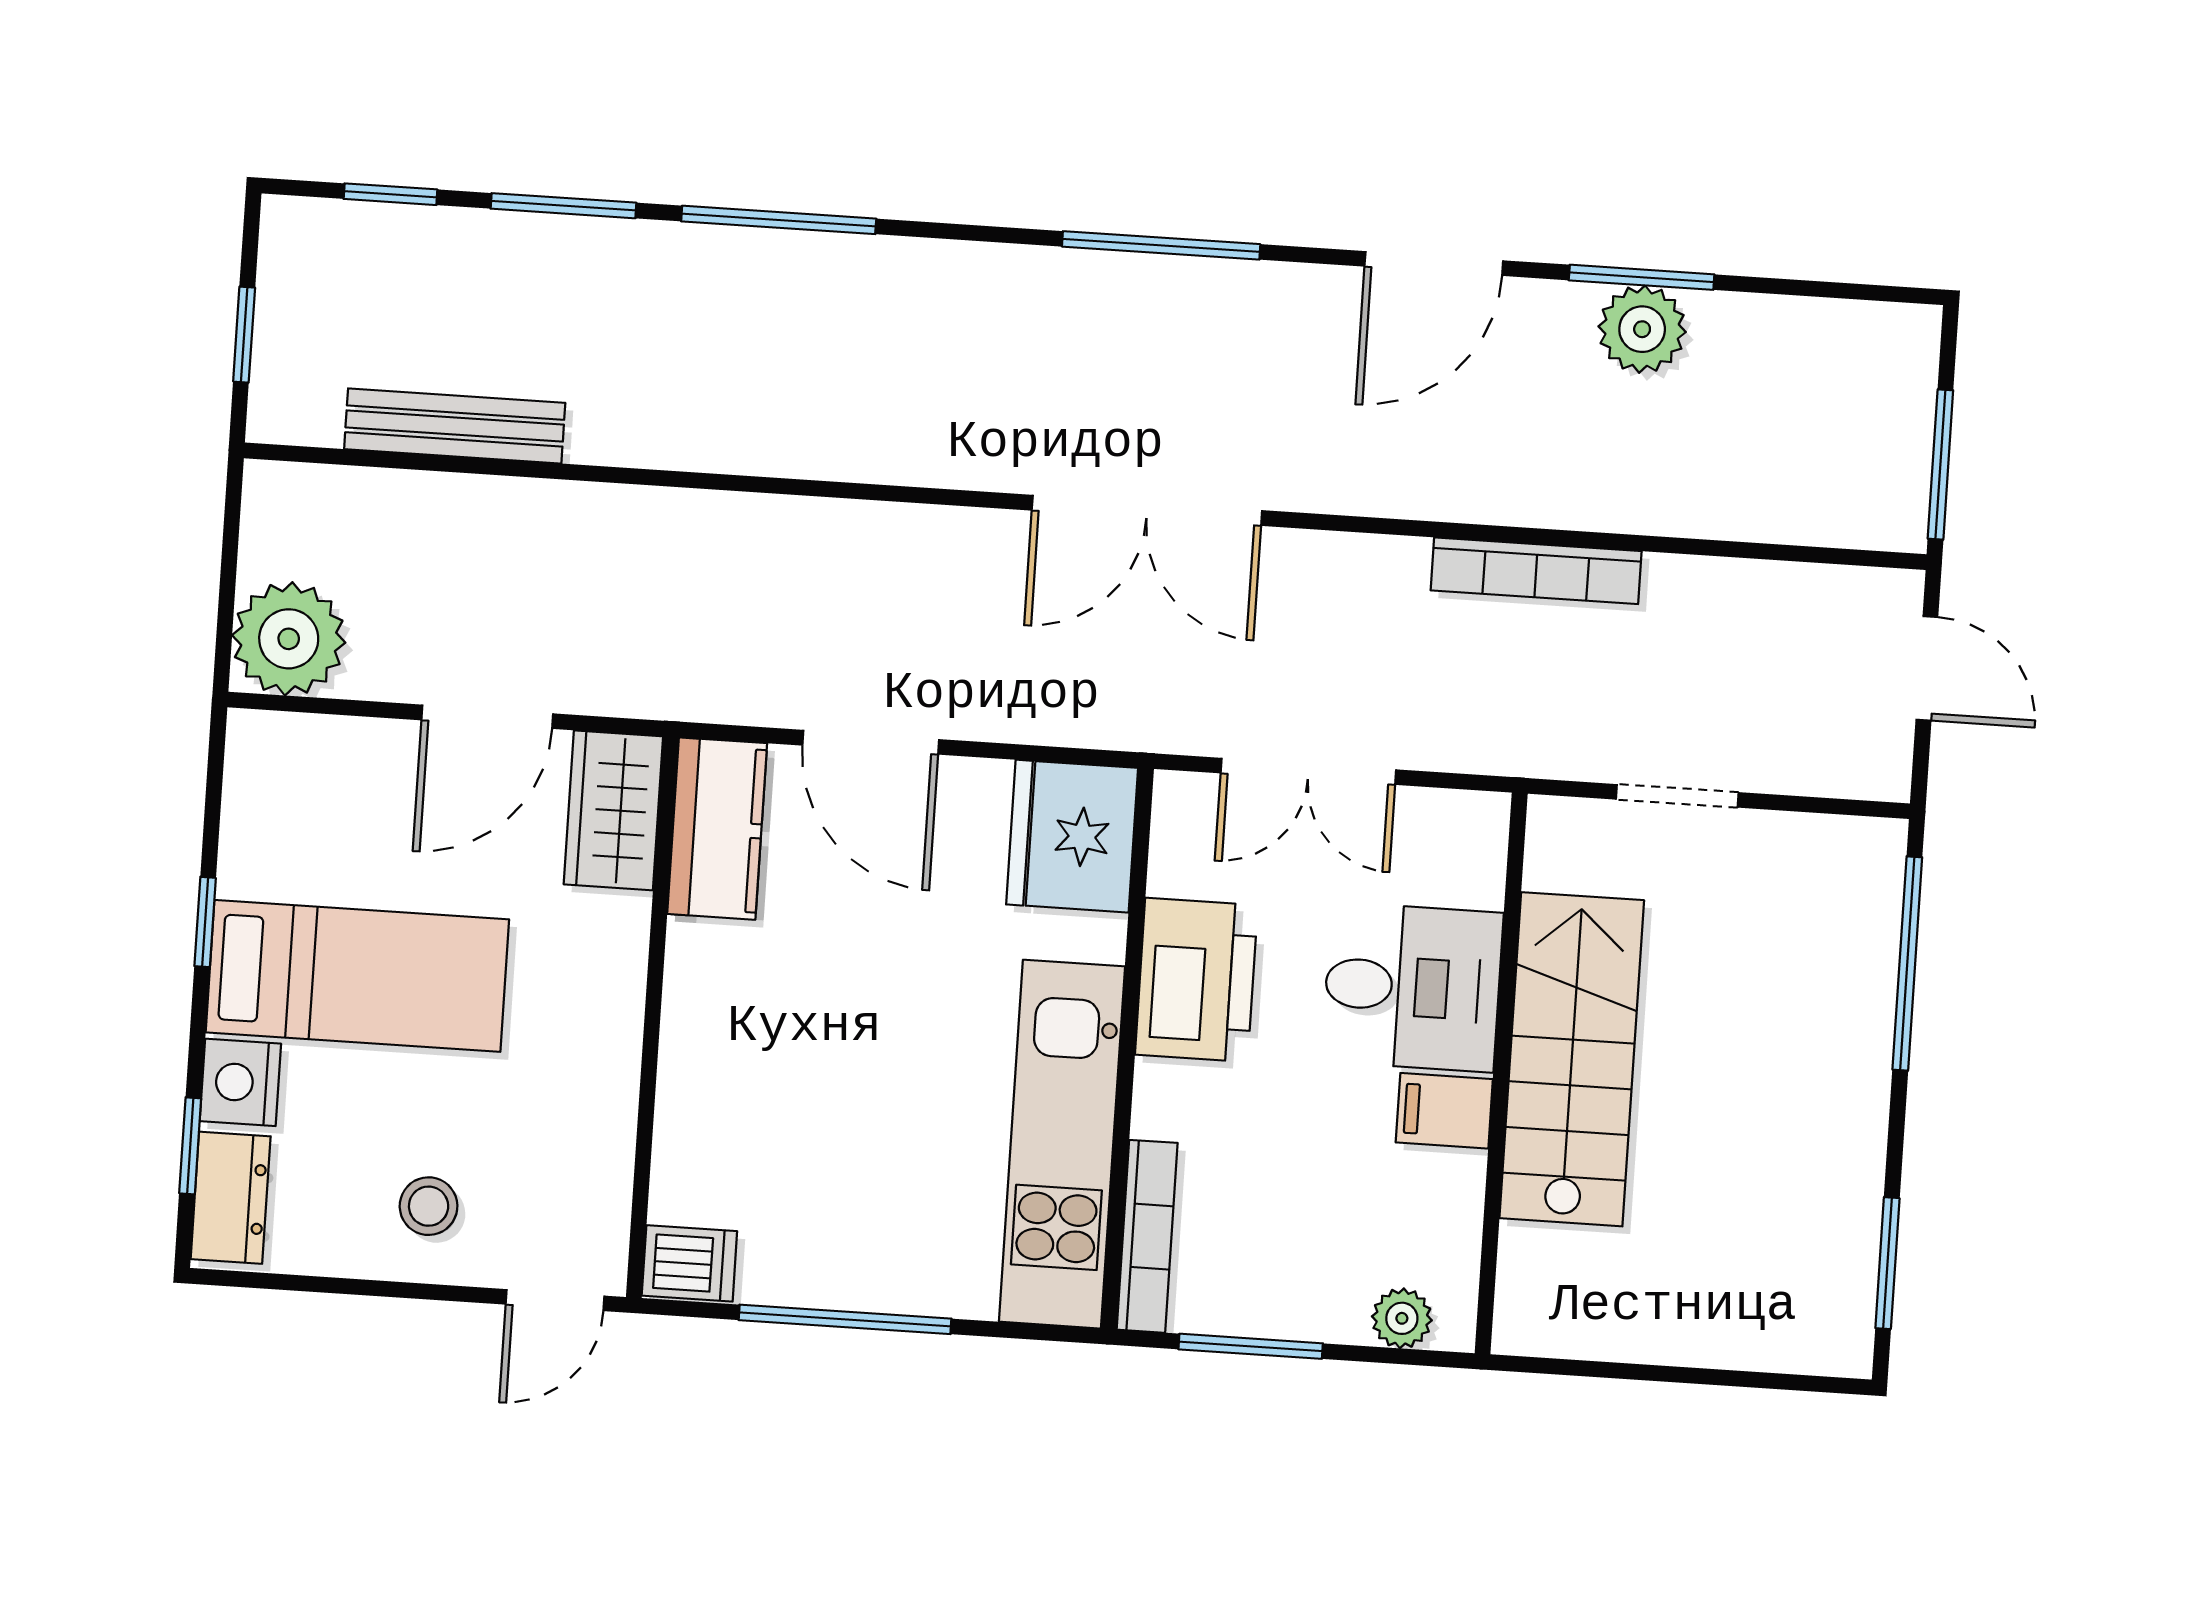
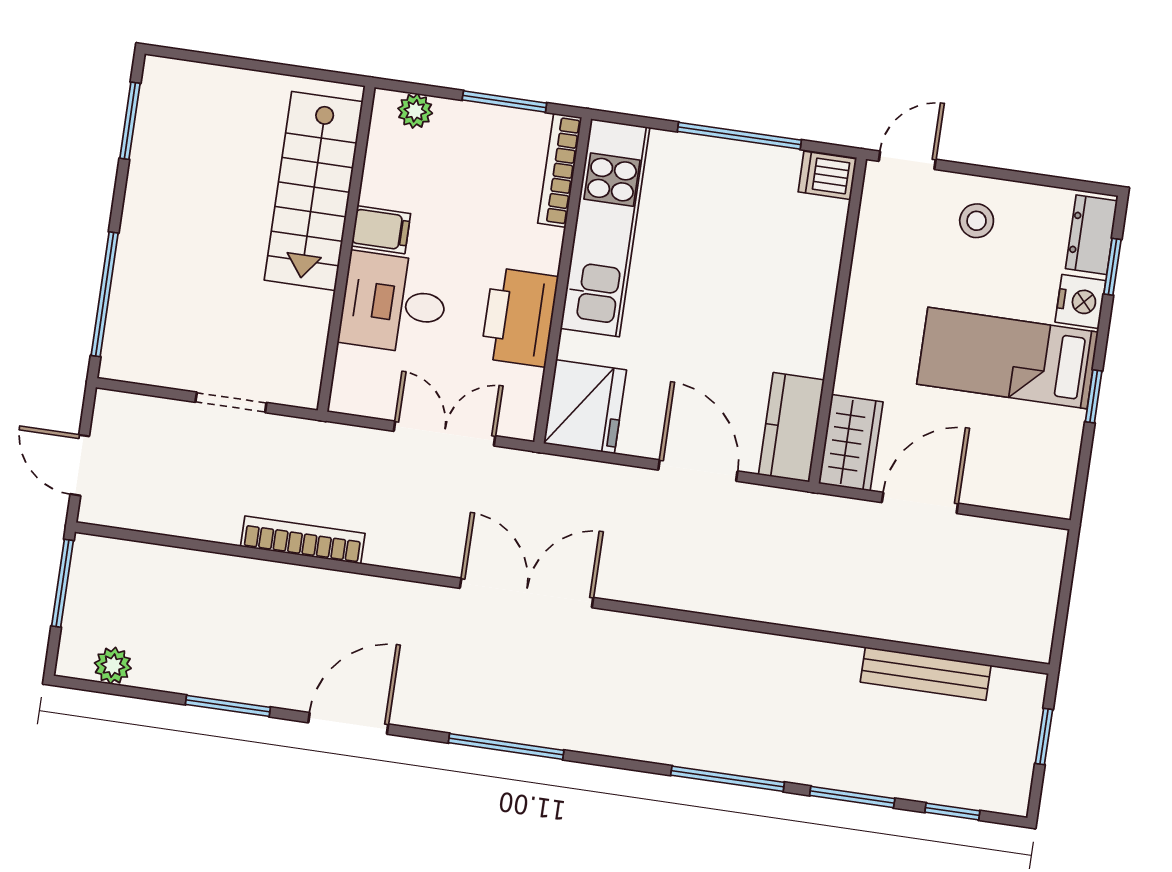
plant: (1642, 329) -> (113, 666), moved, width x0.73, depth x0.73
plant: (289, 639) -> (1032, 557), removed
stairs: (1572, 1059) -> (314, 191), moved

